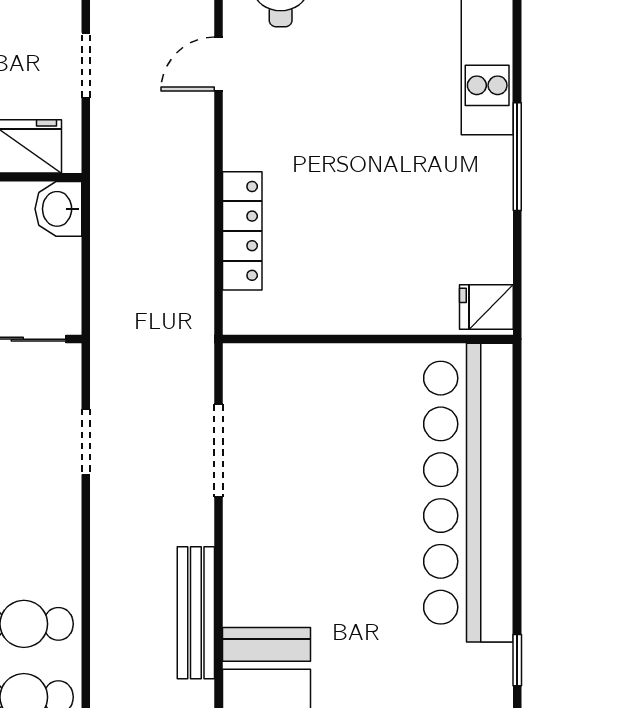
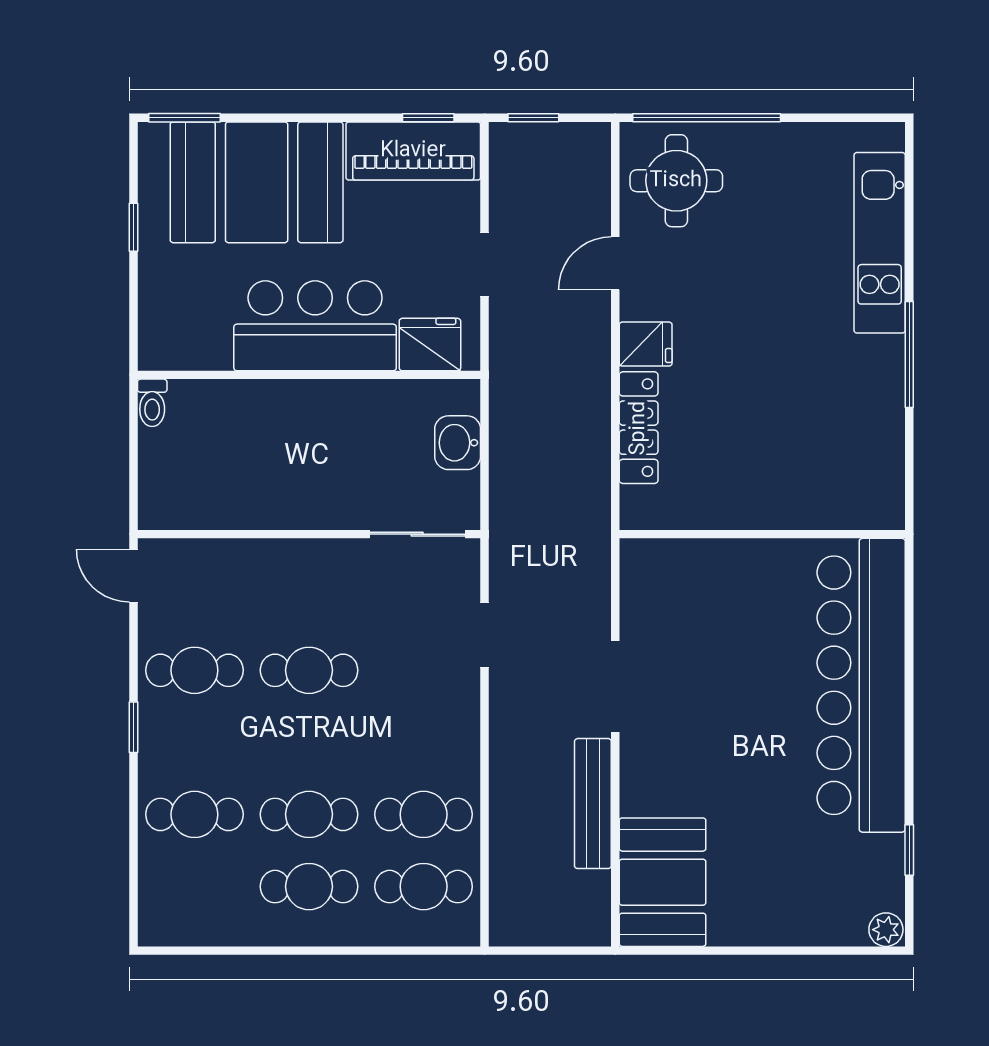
washbasin: (58, 209) -> (458, 443), moved
fridge: (486, 307) -> (646, 344), moved, turned 180
doorway: (219, 451) -> (615, 687), moved

